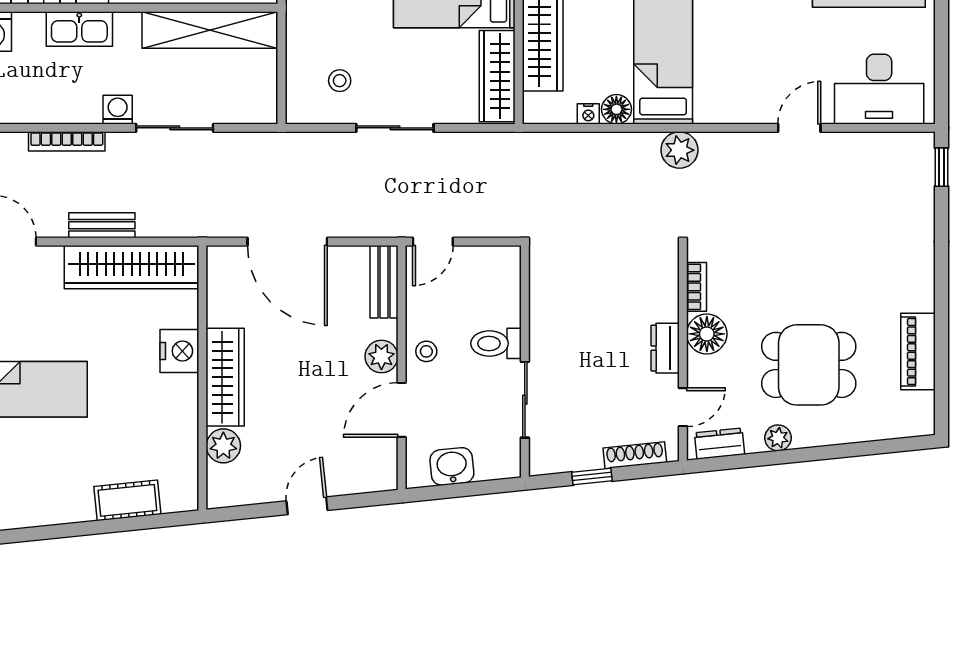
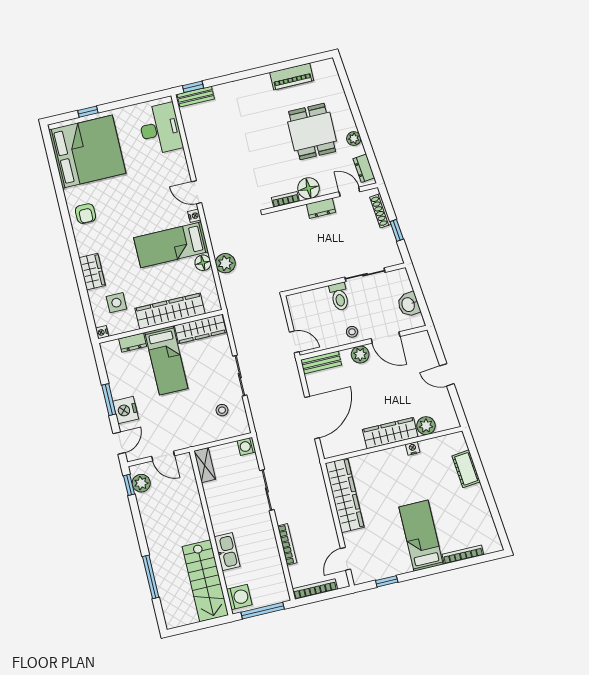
shelving: (210, 30) -> (205, 465), width x0.45, depth x0.75
washing machine: (118, 110) -> (246, 446), moved
nightstand: (588, 114) -> (194, 216), moved
door: (799, 128) -> (196, 192), moved
plant: (679, 150) -> (225, 263), moved
bench: (102, 225) -> (196, 97), moved, turned 90
nightstand: (179, 351) -> (413, 448), moved, width x0.53, depth x0.56

